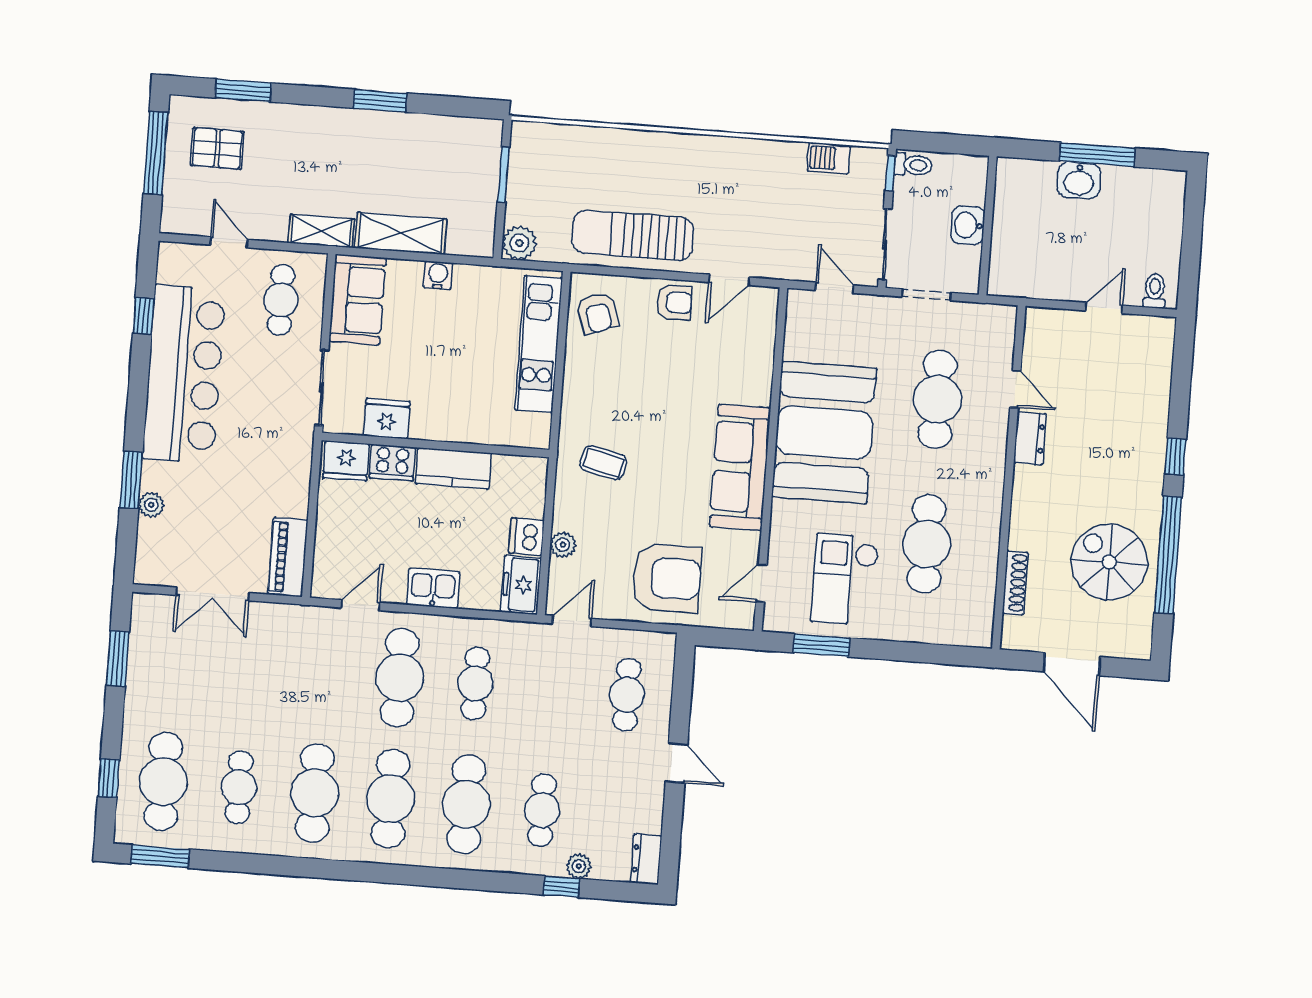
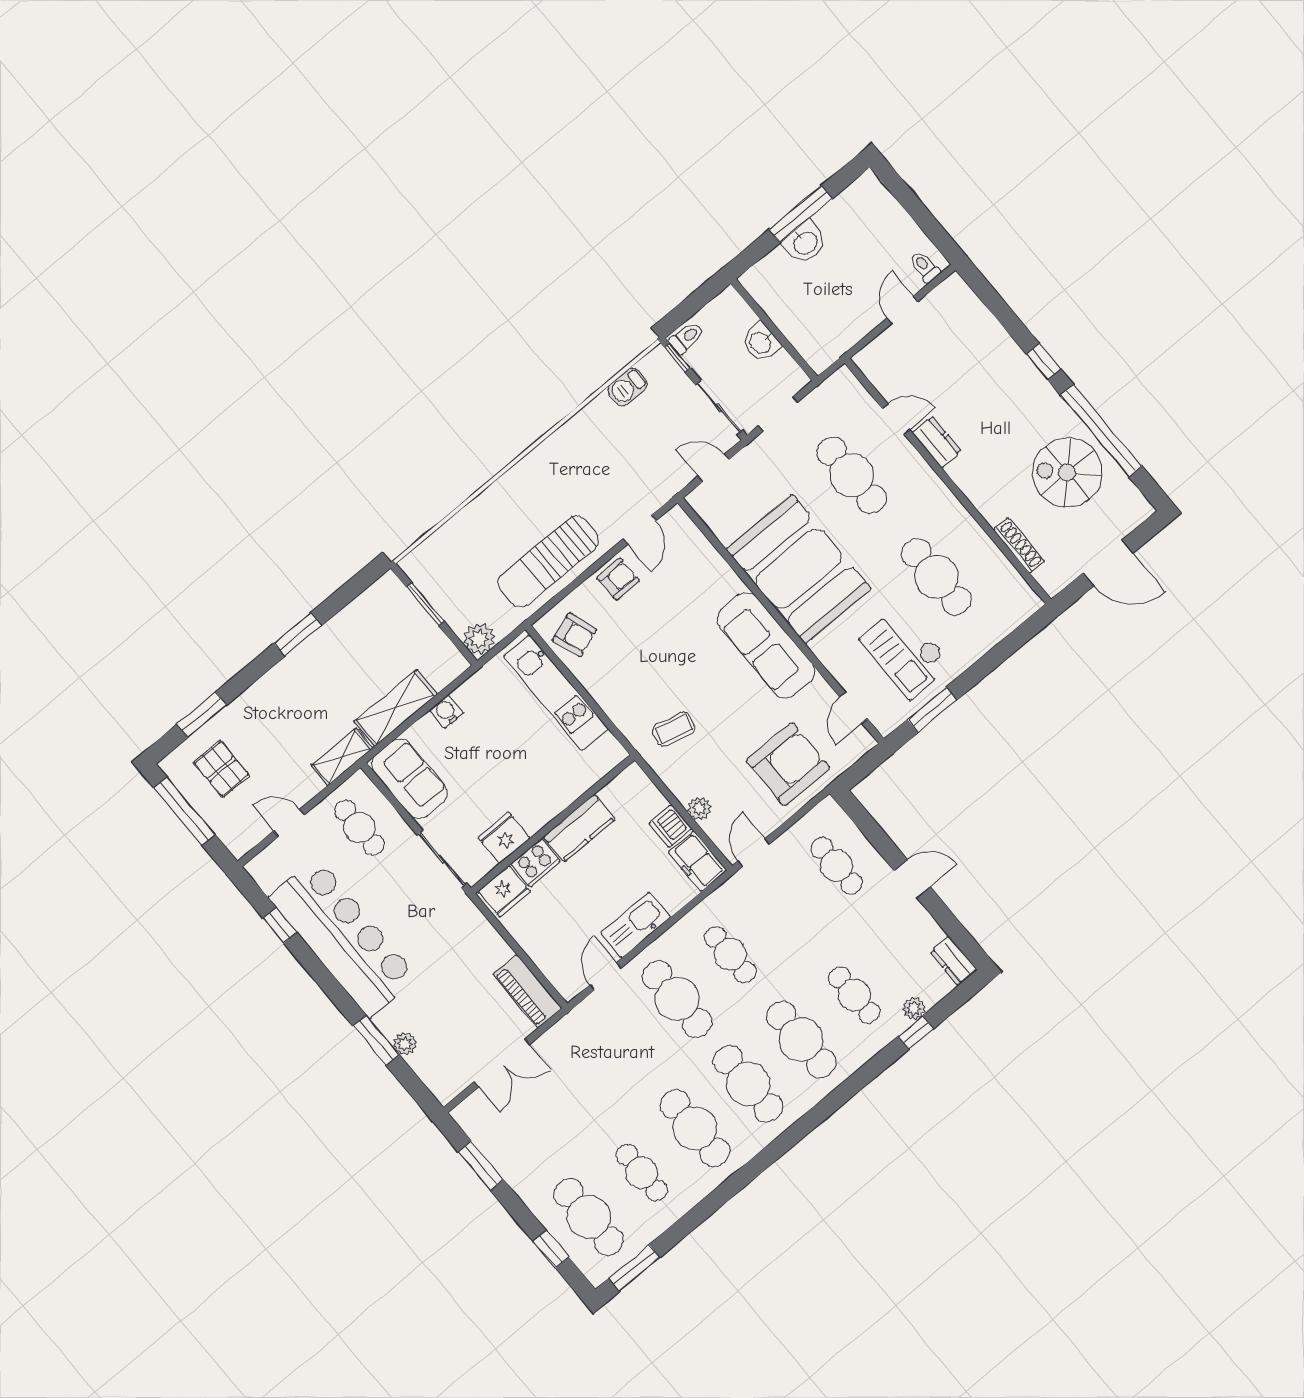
pallet: (217, 148) -> (222, 769), turned 90
kitchen sink: (433, 588) -> (636, 925), width x1.38

